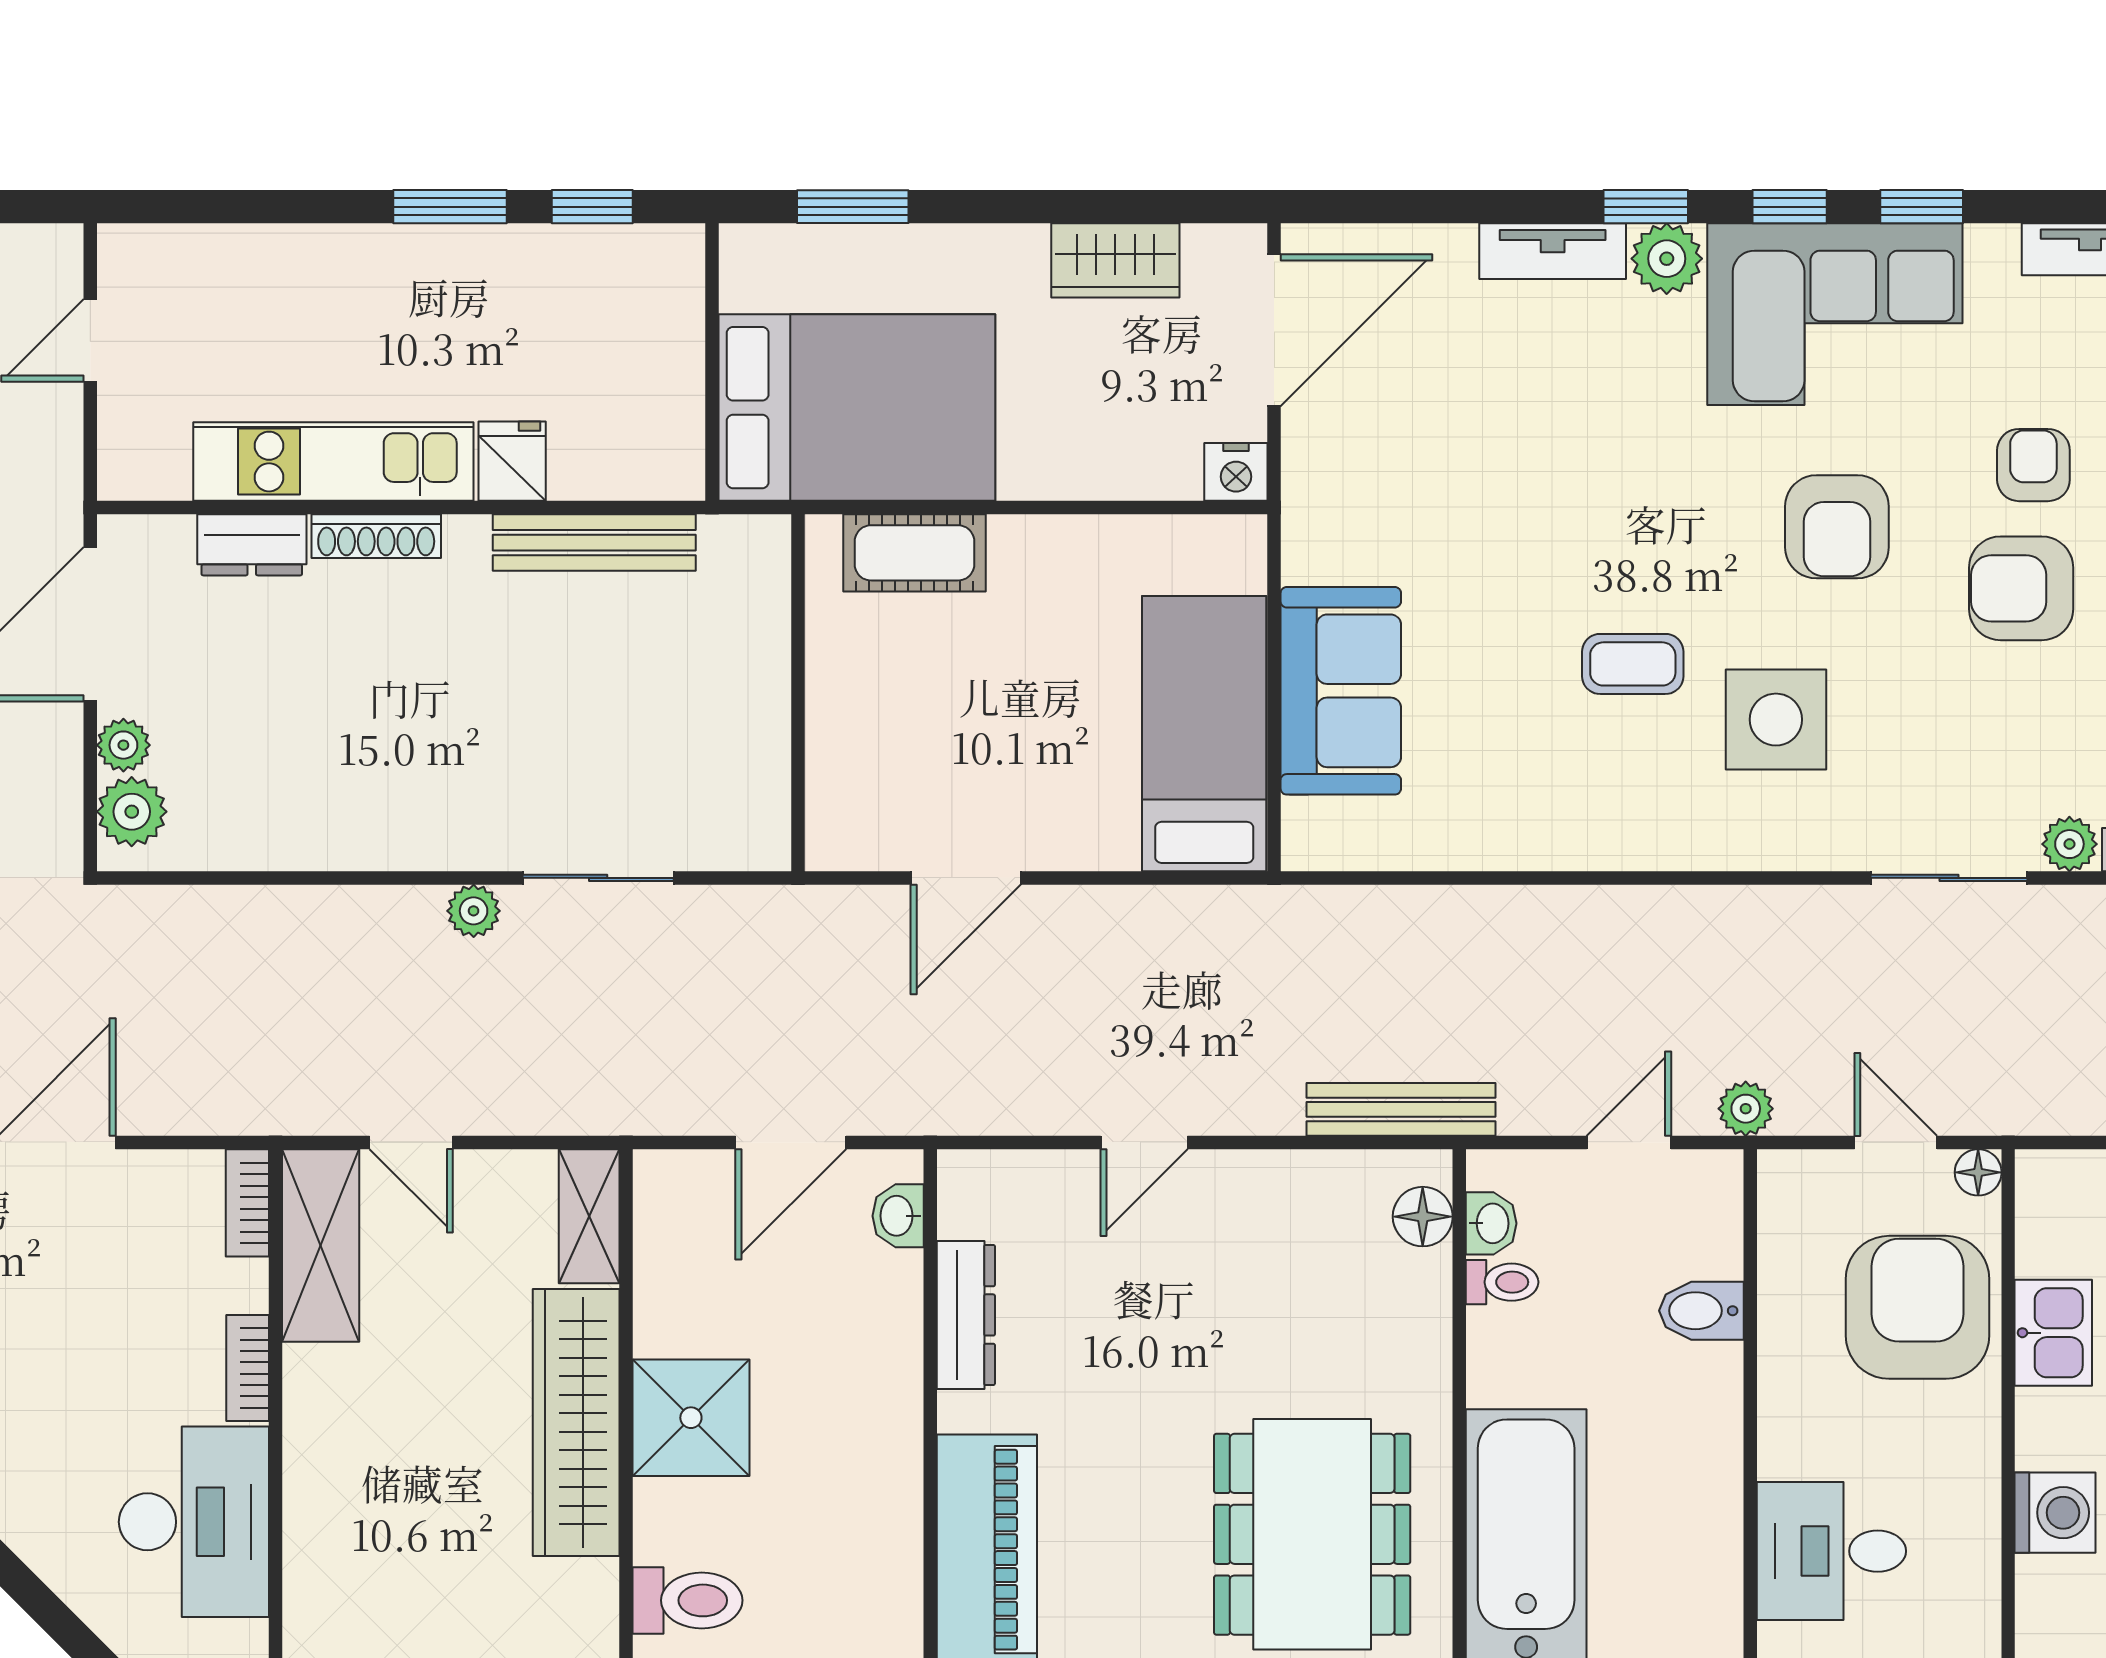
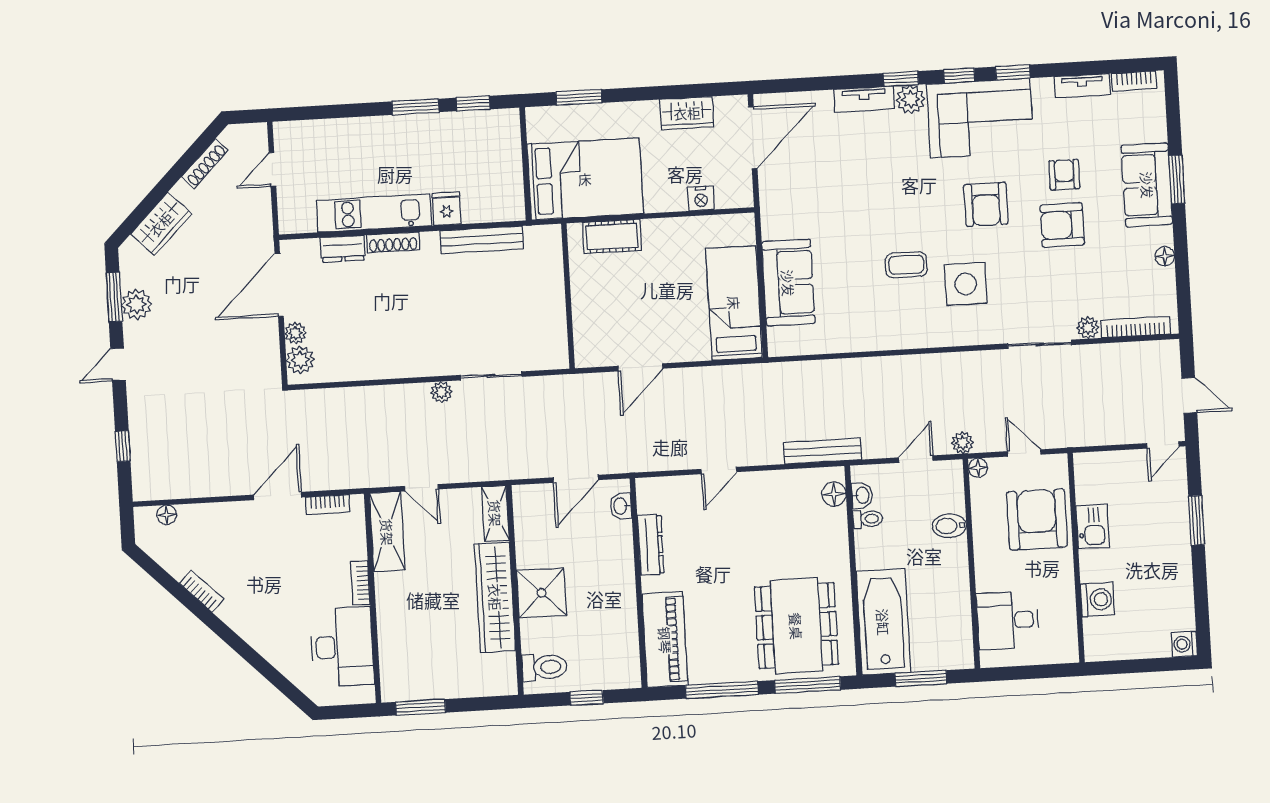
nightstand: (1236, 472) -> (701, 198), moved
floor lamp: (1978, 1172) -> (978, 468), moved
bookcase: (247, 1203) -> (328, 505), moved, turned -90

